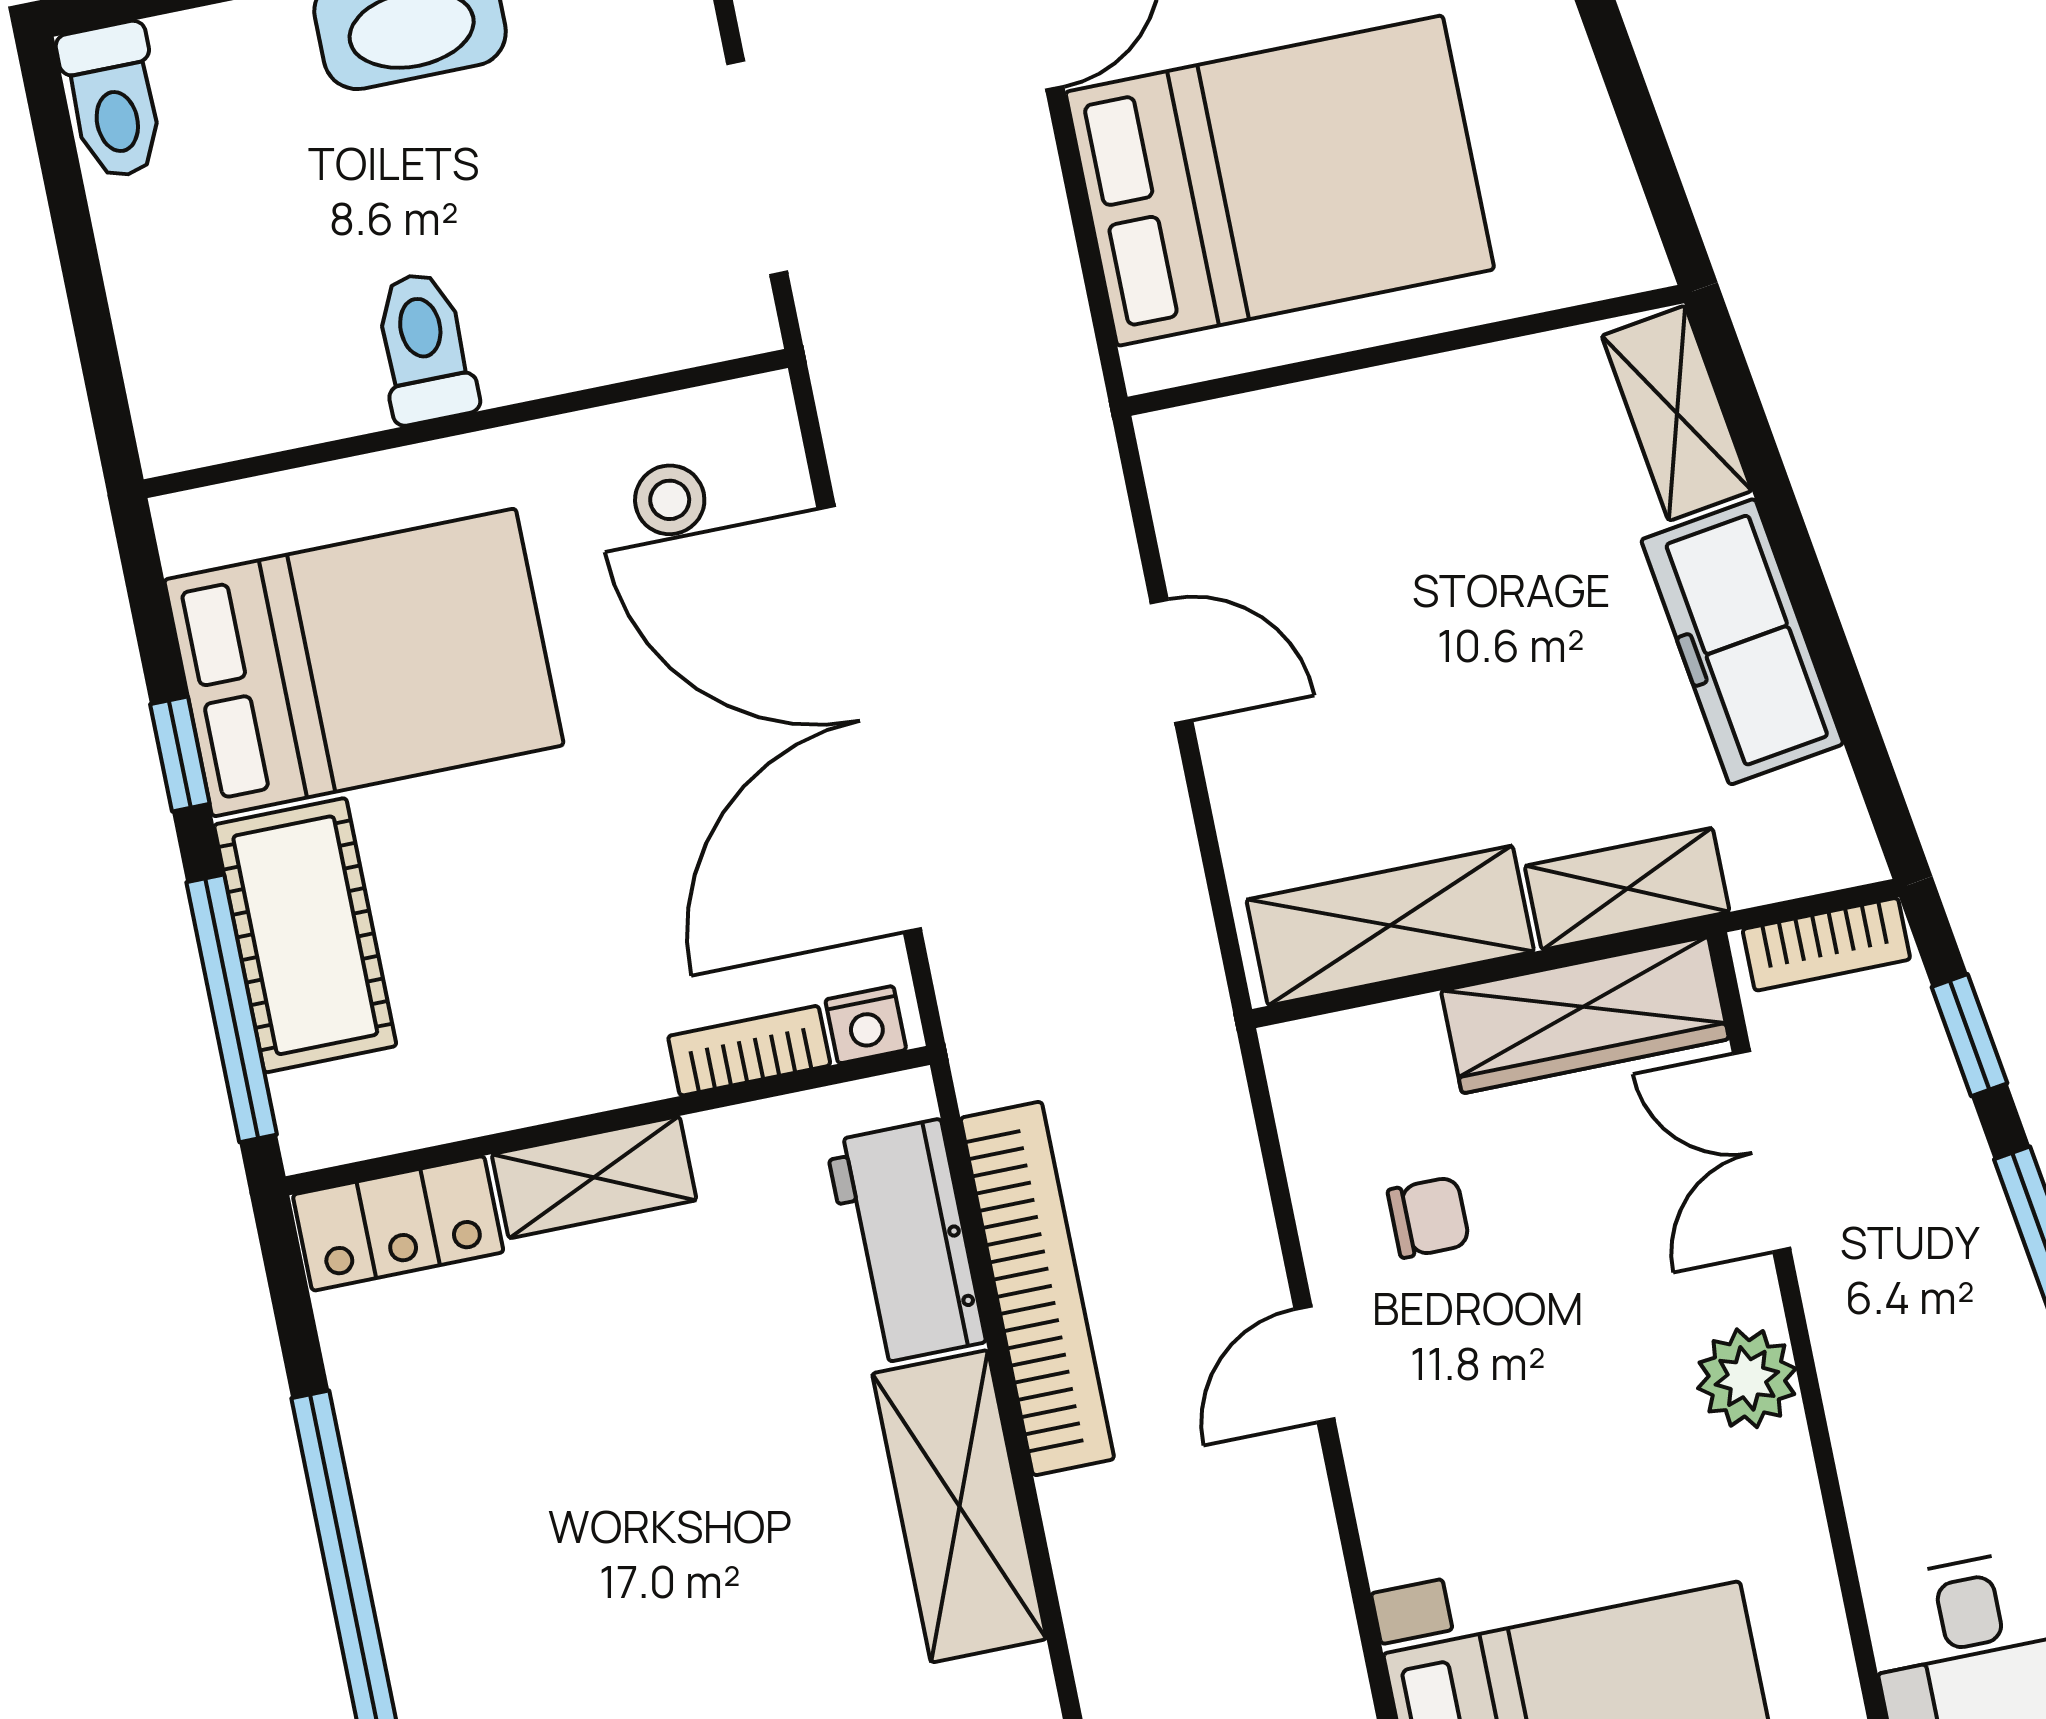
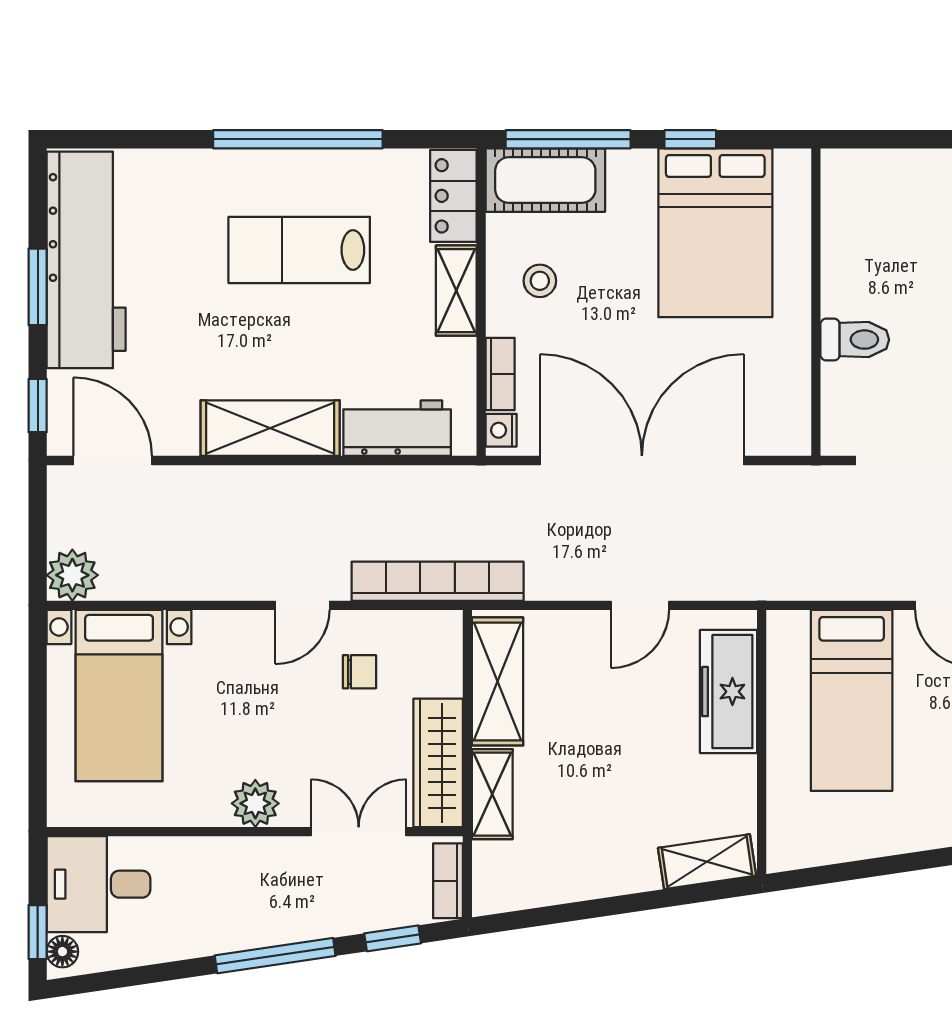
bed: (1280, 181) -> (852, 700), width x0.67
toilet: (424, 348) -> (855, 340), moved
stool: (670, 500) -> (540, 281), moved
freezer: (1742, 642) -> (728, 692), moved, turned -82
cot: (305, 935) -> (545, 180), moved
chair: (1429, 1217) -> (359, 672), turned -90
bookcase: (1037, 1288) -> (438, 581), moved, turned 180
door: (1314, 1364) -> (302, 605), swing flipped
lab bench: (576, 1521) -> (299, 250), added

